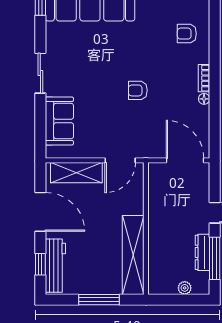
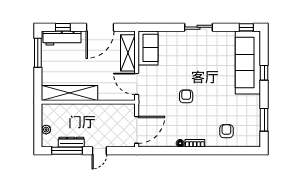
sofa: (59, 121) -> (148, 48), moved, turned -90
window: (99, 300) -> (38, 53), moved

